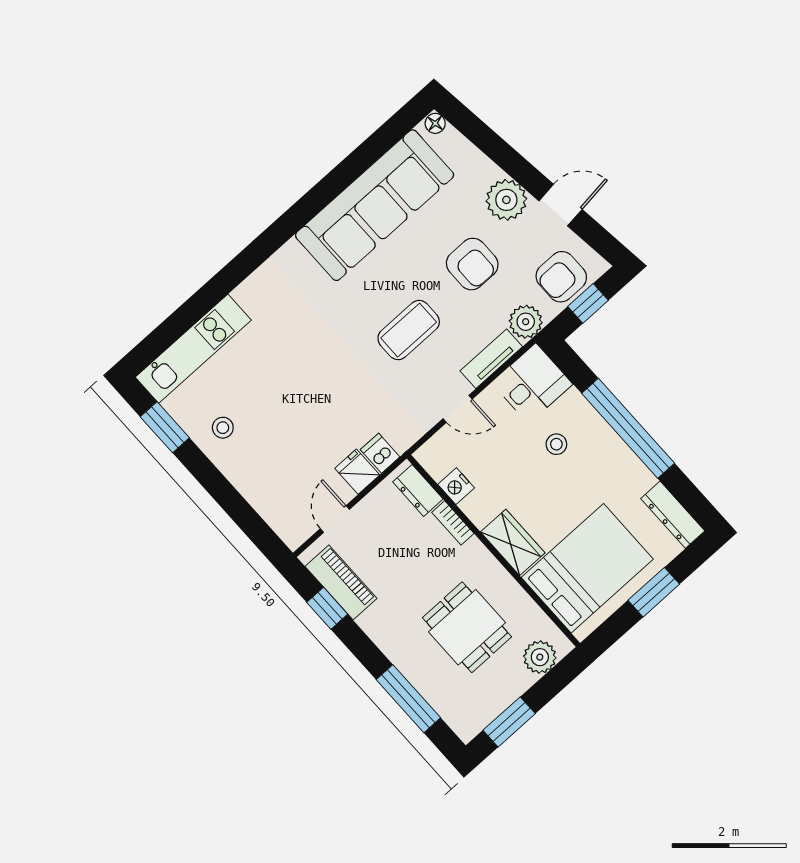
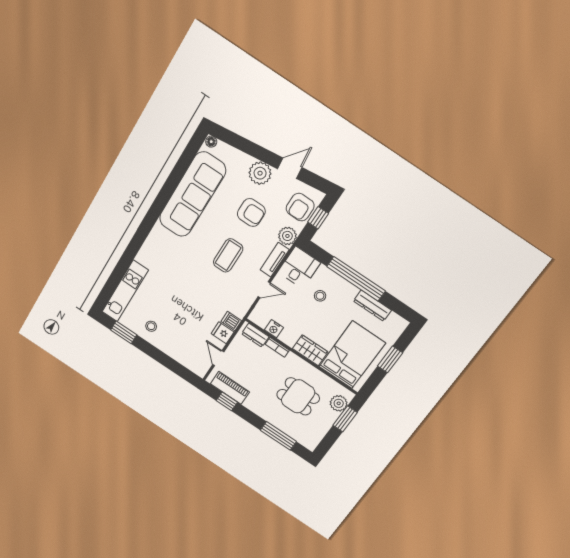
dresser: (673, 515) -> (372, 306), moved
window: (509, 722) -> (345, 419), moved

